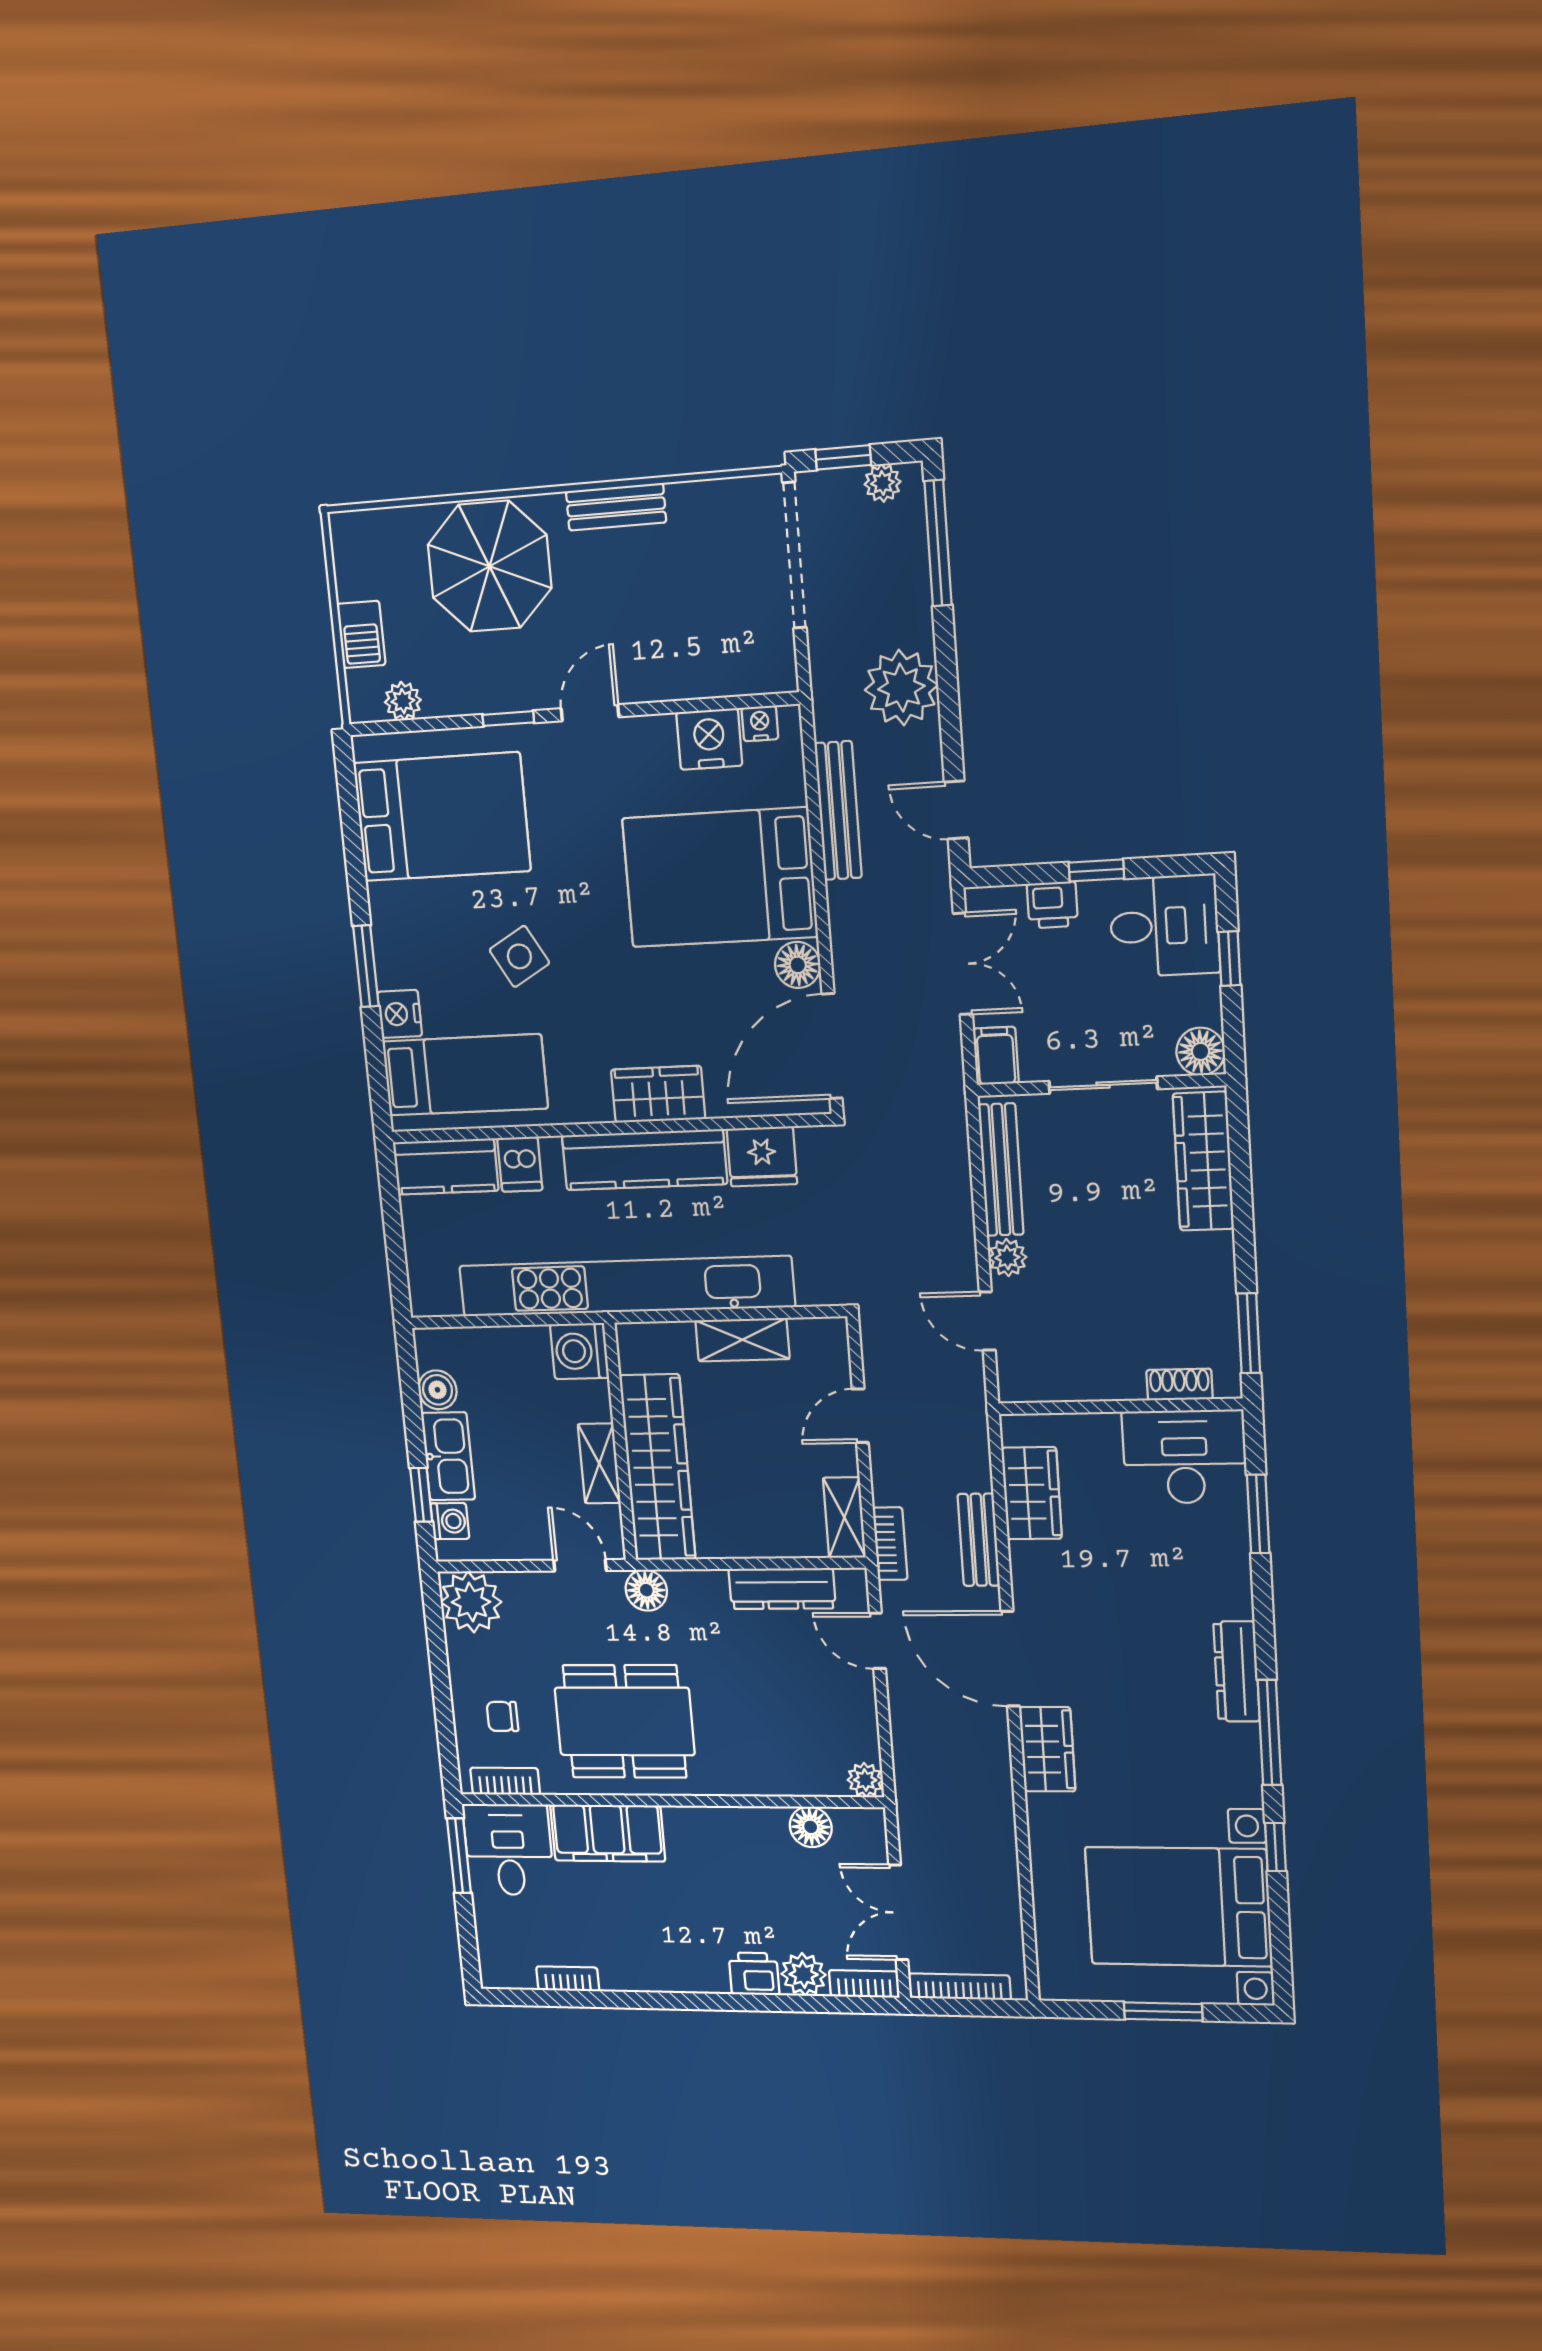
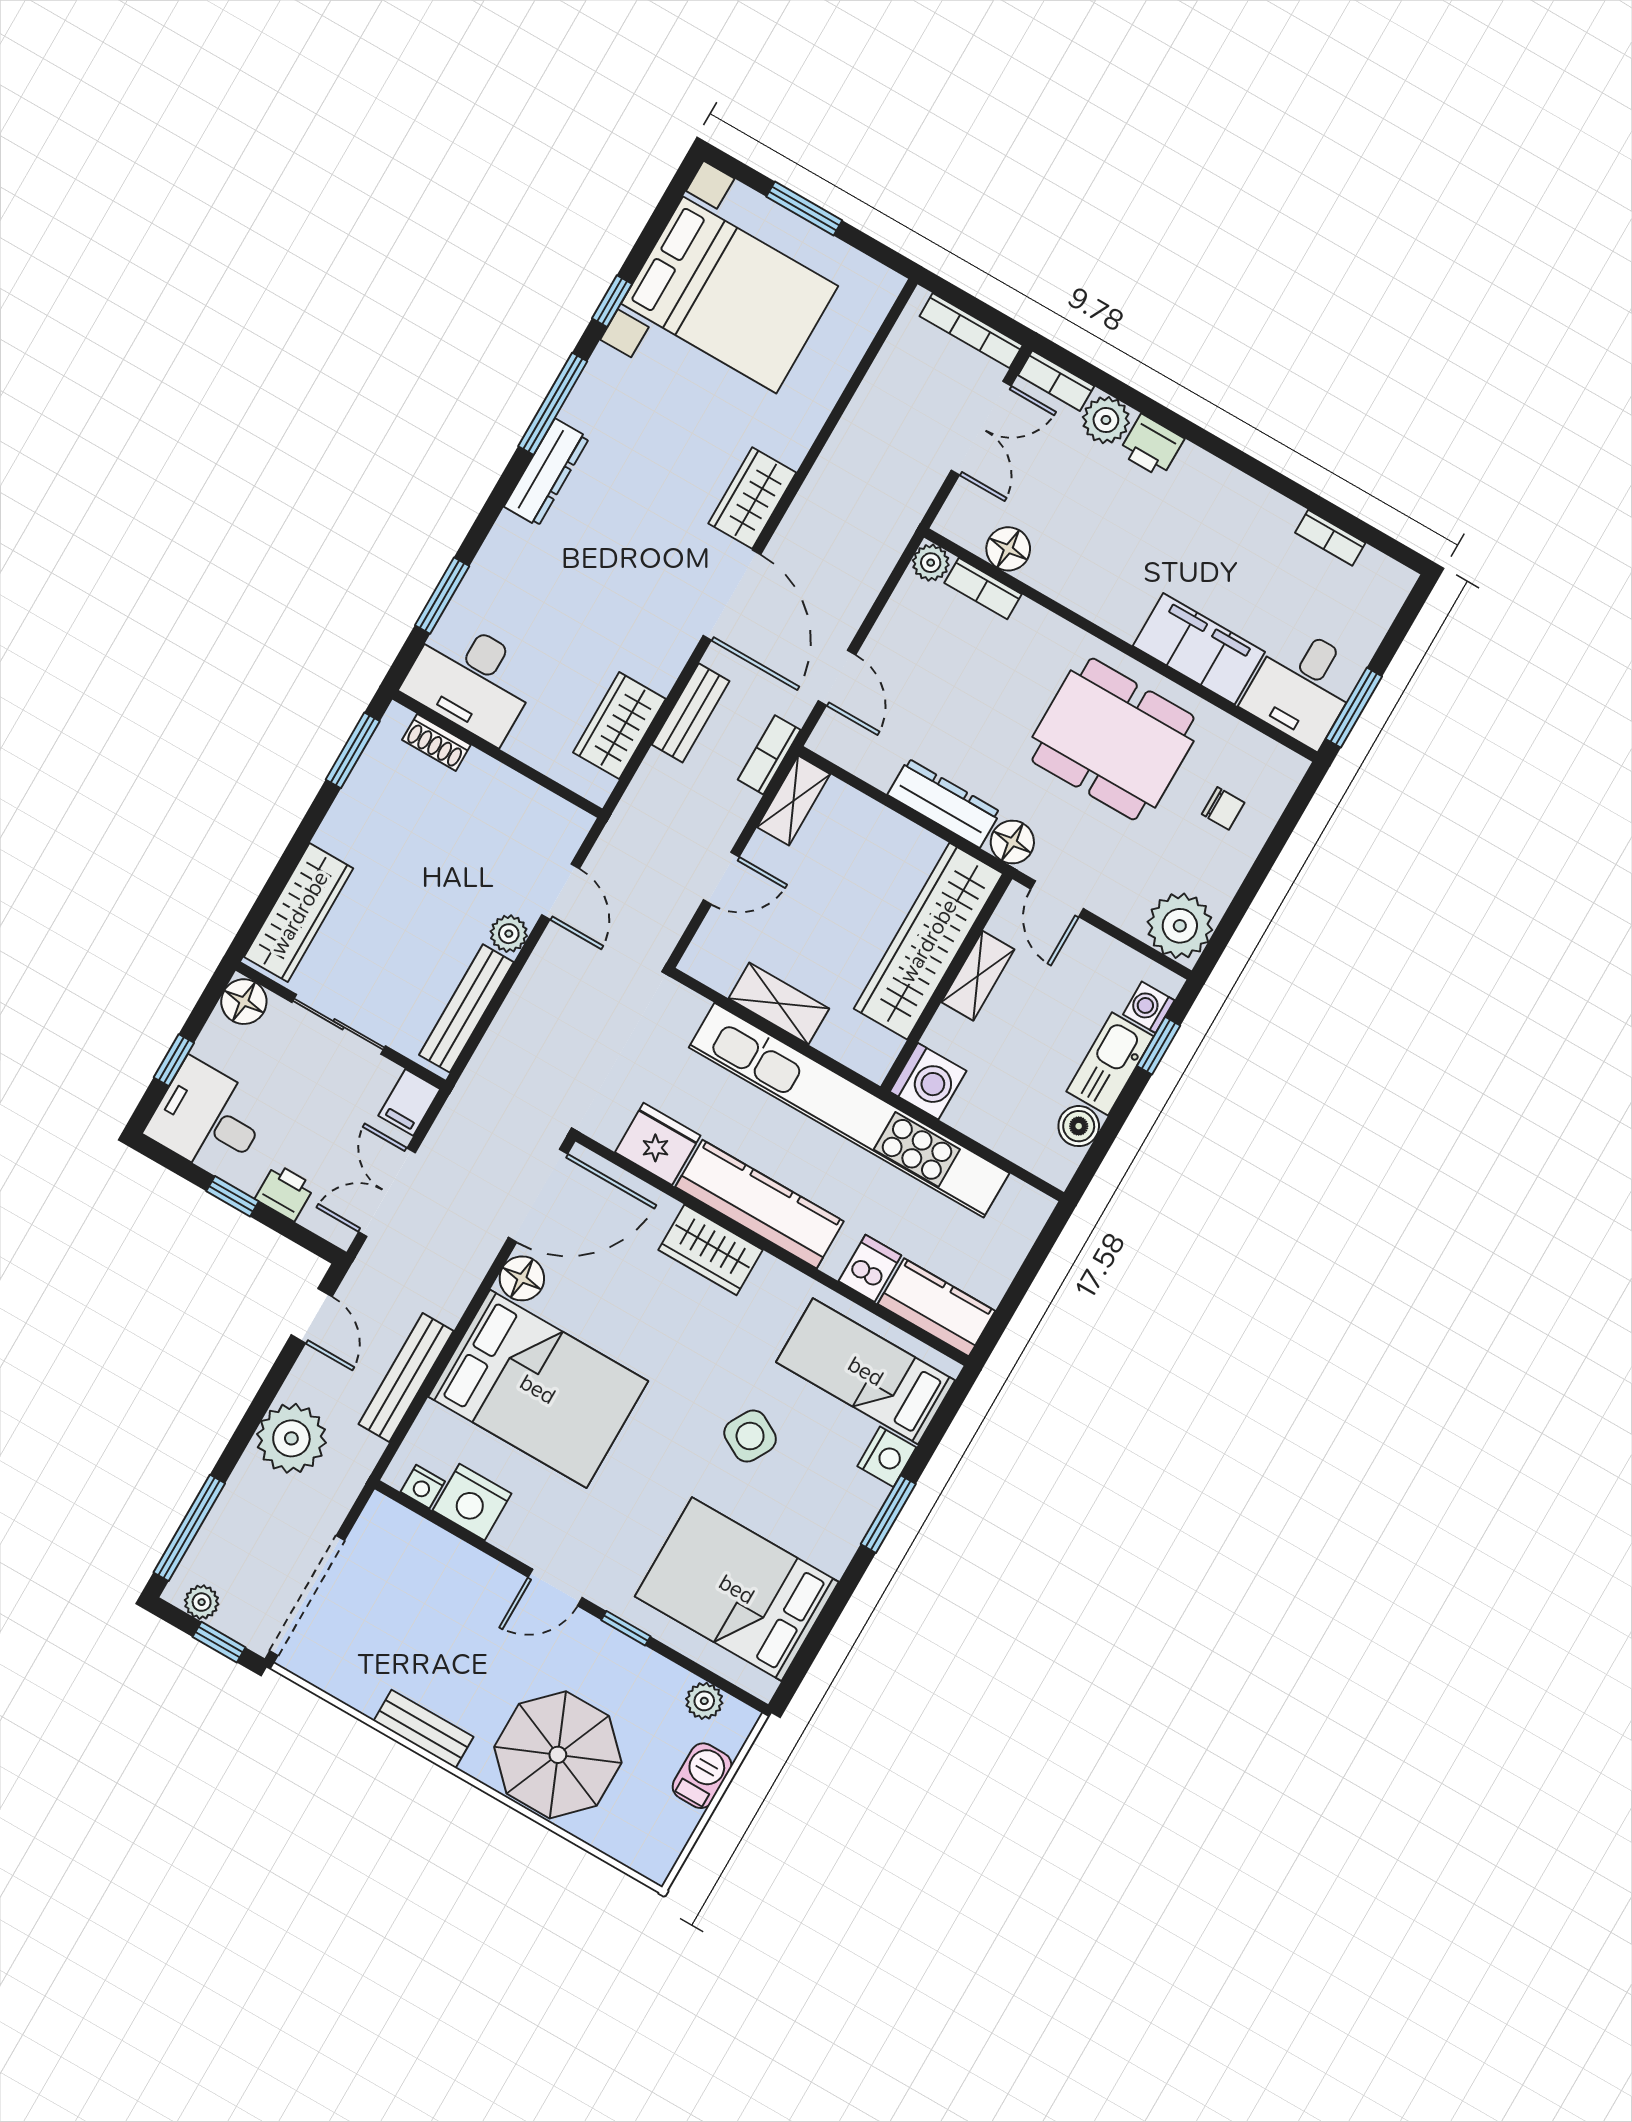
side table: (519, 956) -> (750, 1436), turned -31
dresser: (782, 1589) -> (944, 803), moved
bookcase: (505, 1781) -> (983, 589), moved

